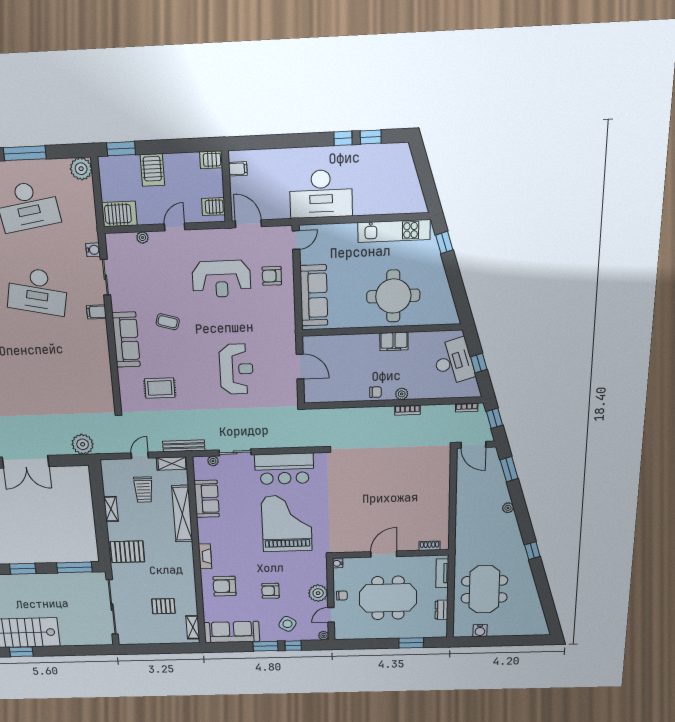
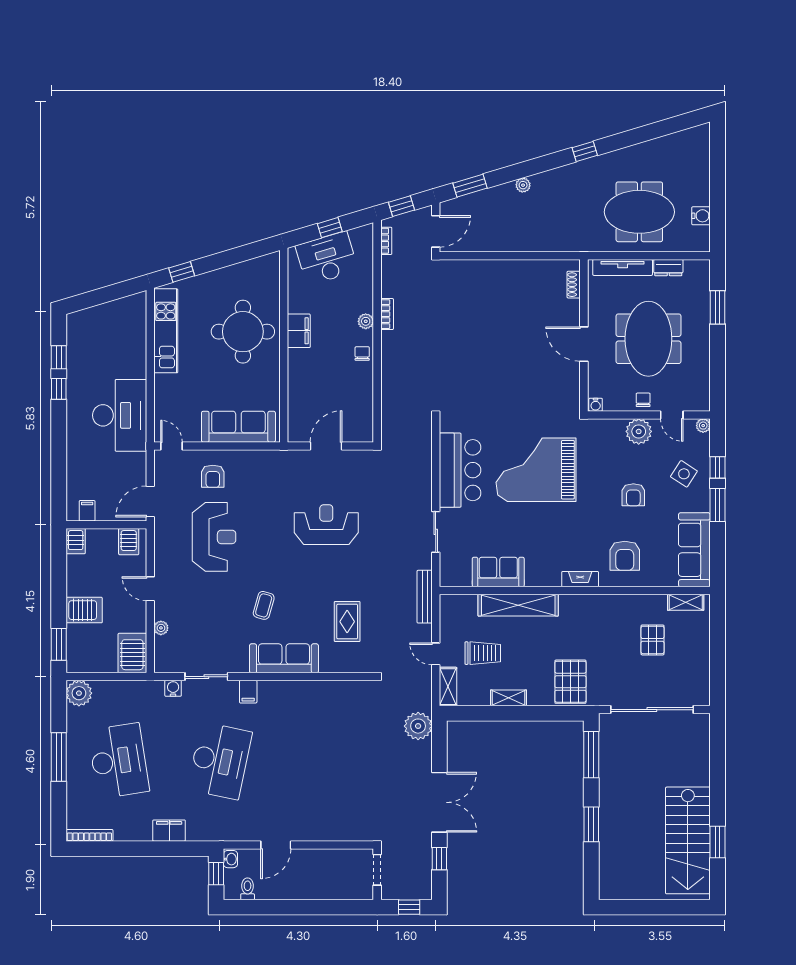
plant: (213, 461) -> (446, 561), removed
shelving: (172, 464) -> (448, 687), moved
tv unit: (442, 573) -> (623, 267), width x1.41

